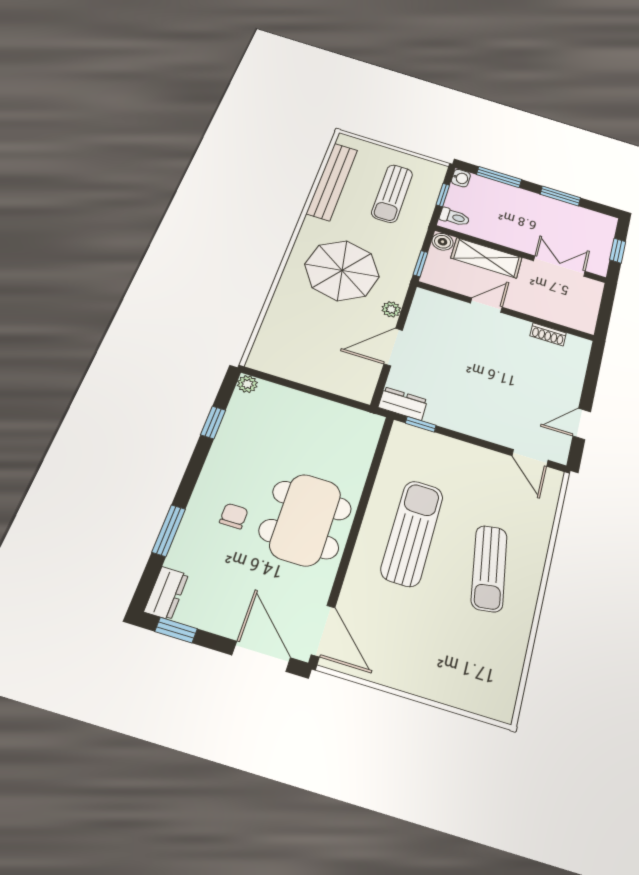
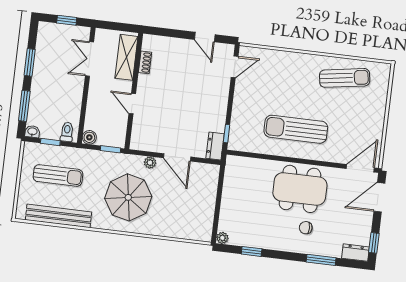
shelving: (487, 258) -> (126, 57), moved
sun lounger: (489, 568) -> (345, 78), moved

